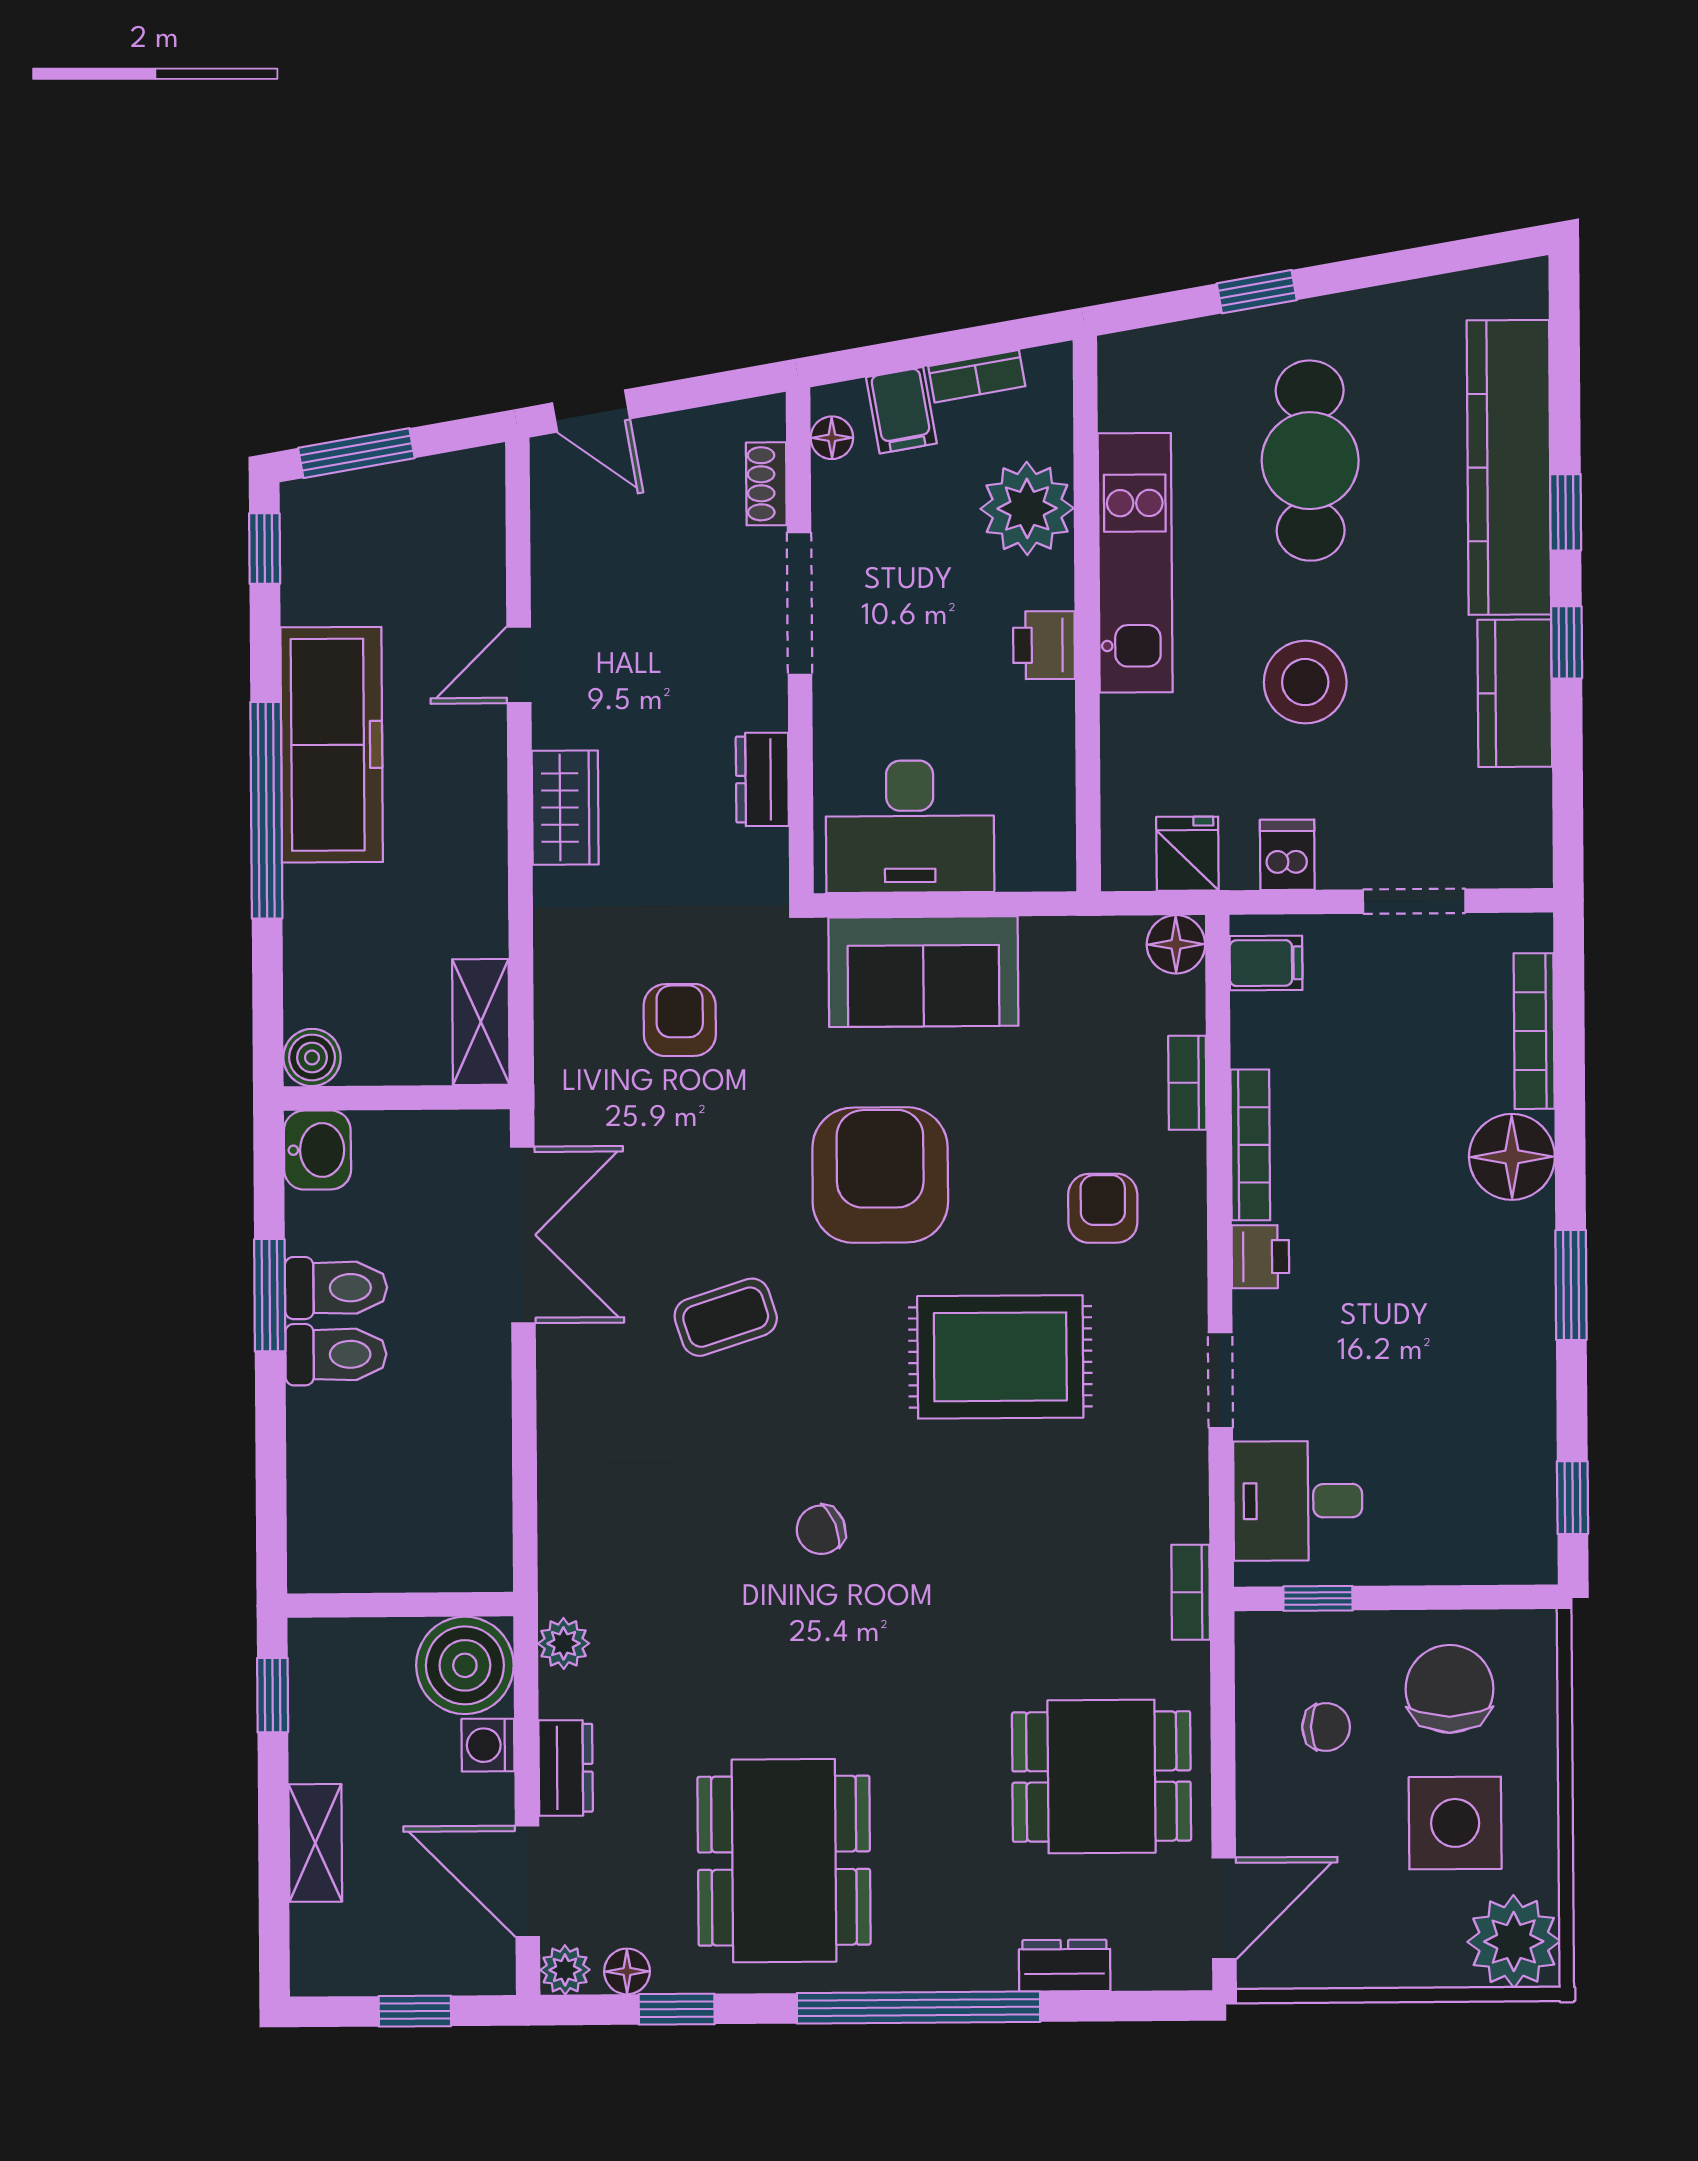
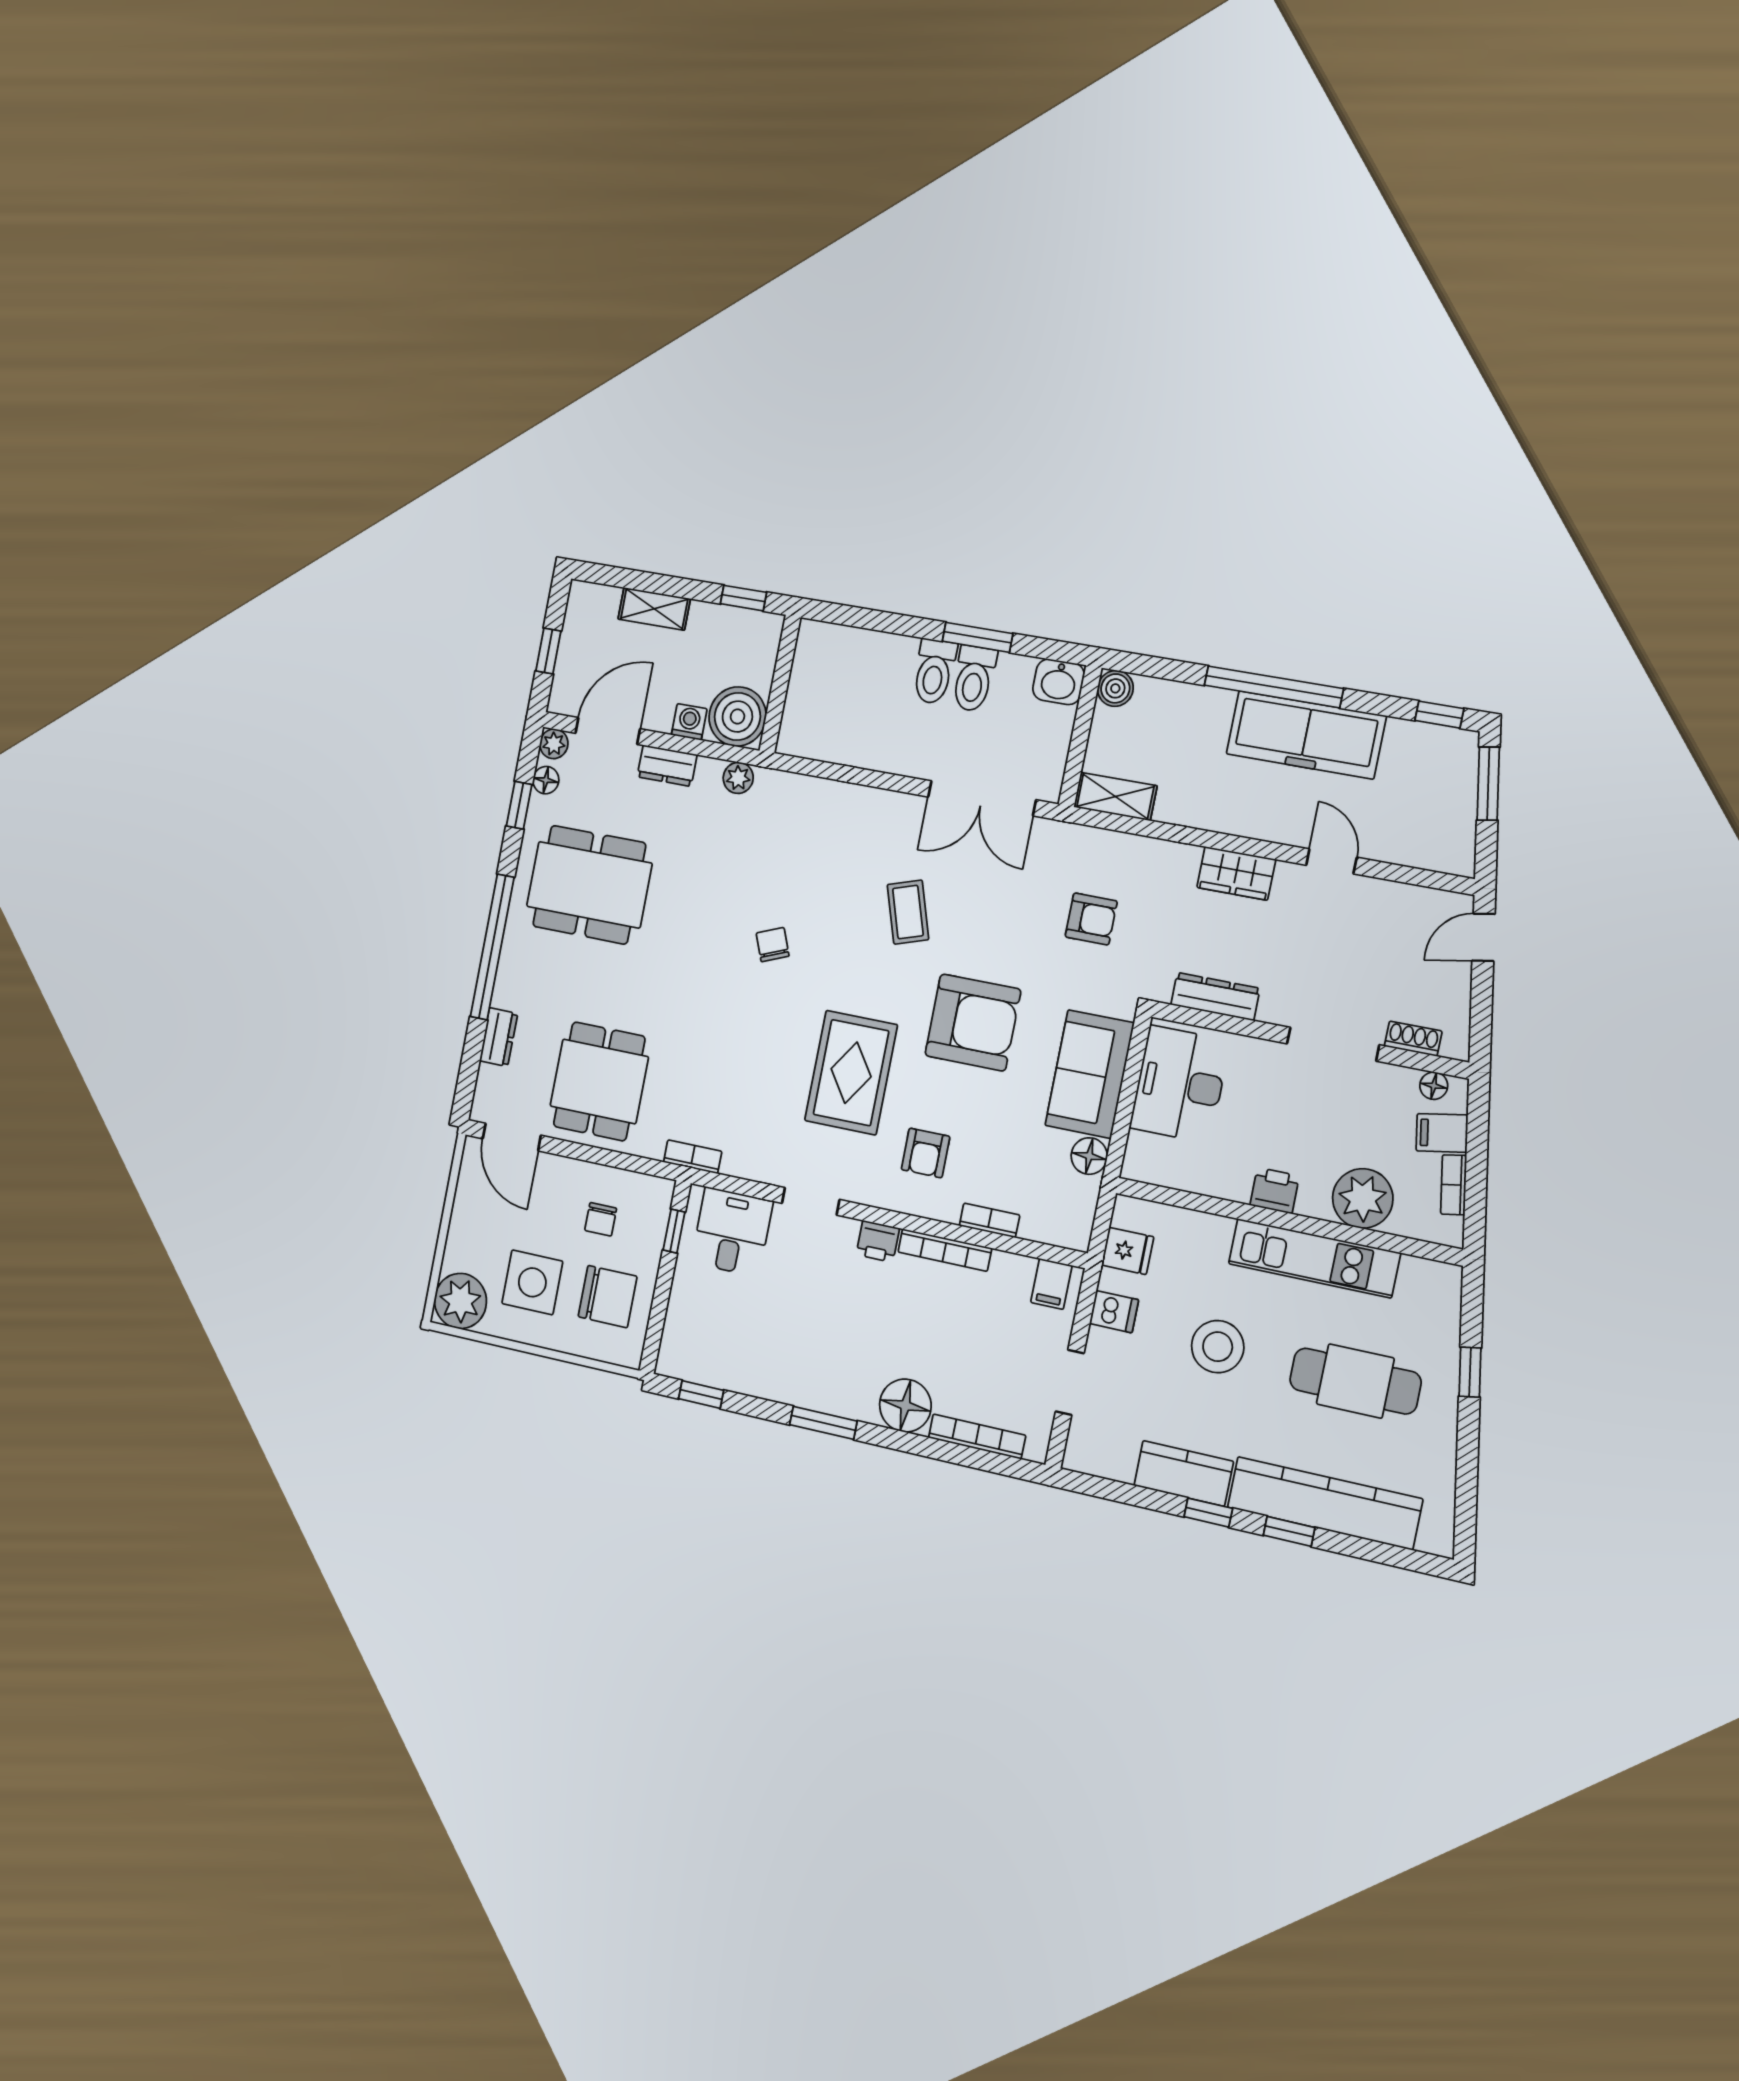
dresser: (762, 779) -> (1215, 997), width x1.44
floor lamp: (1176, 944) -> (1089, 1156), moved
armchair: (1103, 1208) -> (926, 1153), turned 90

